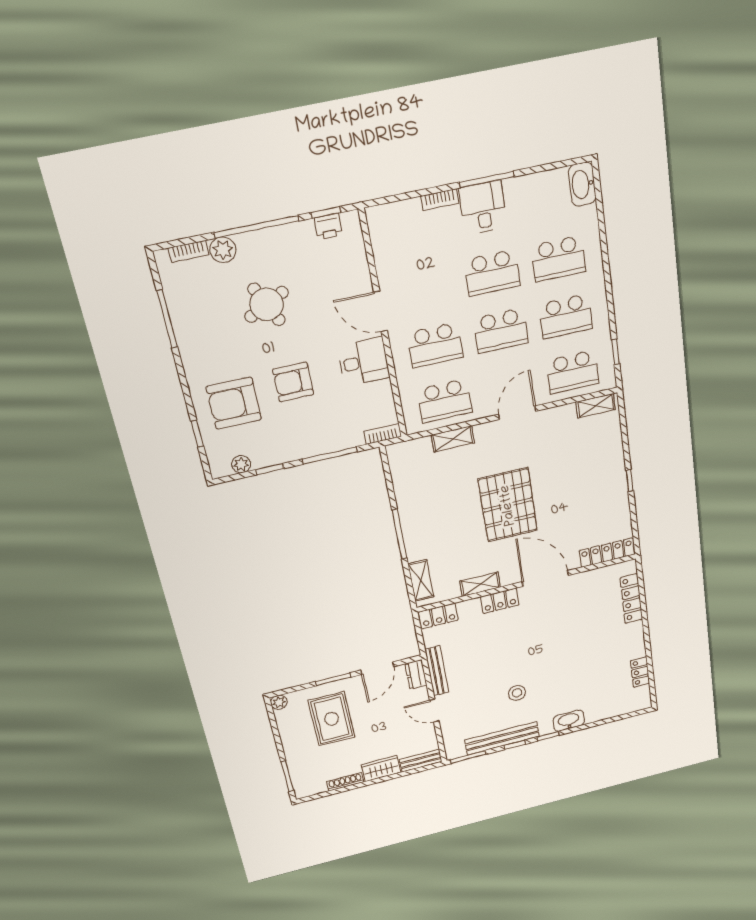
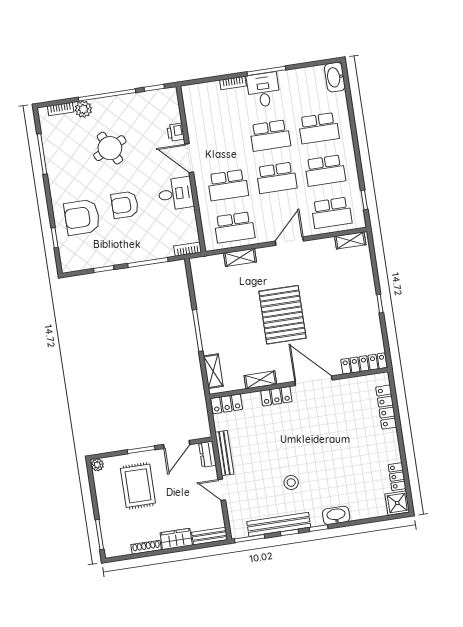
printer: (328, 226) -> (176, 132), moved, turned 90
plant: (241, 464) -> (84, 263), removed
shower: (639, 699) -> (397, 503), added

